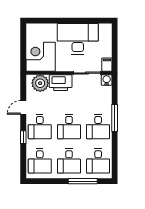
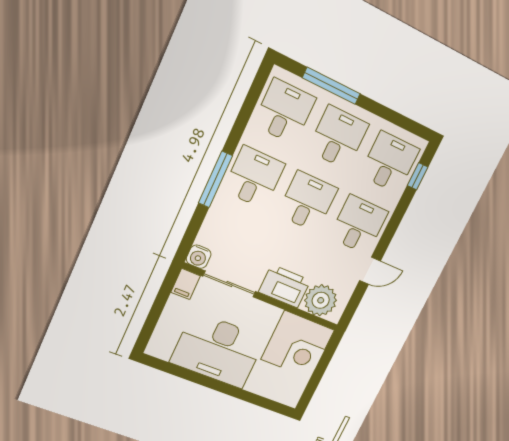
window: (23, 137) -> (418, 176), moved

